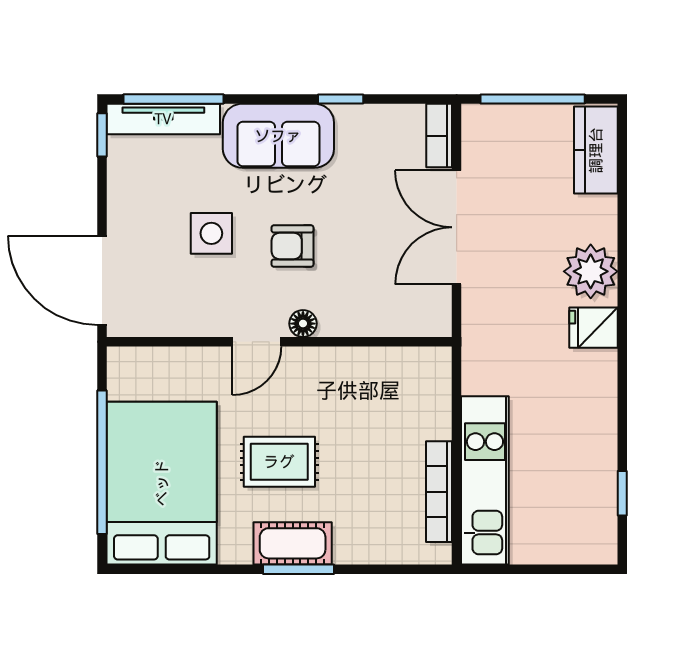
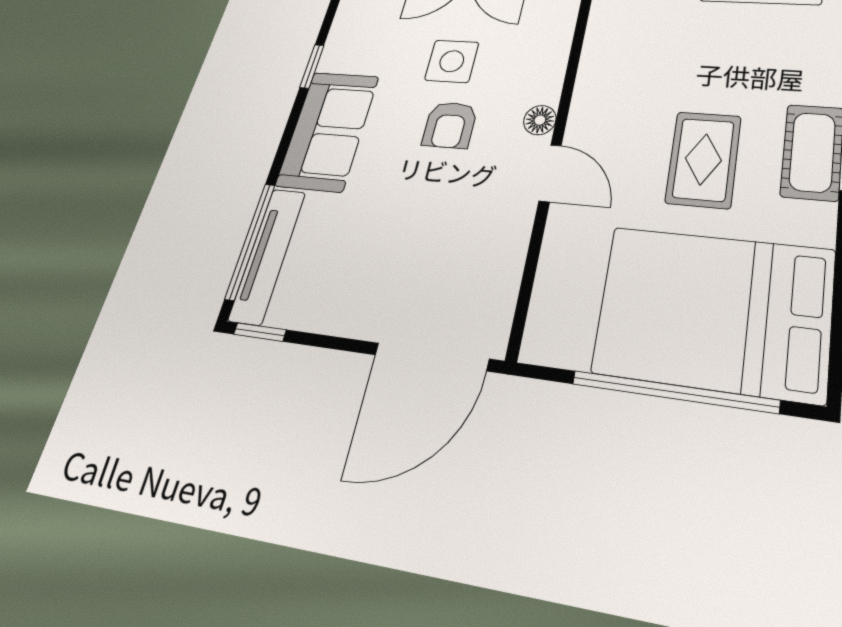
side table: (211, 233) -> (452, 61), moved

